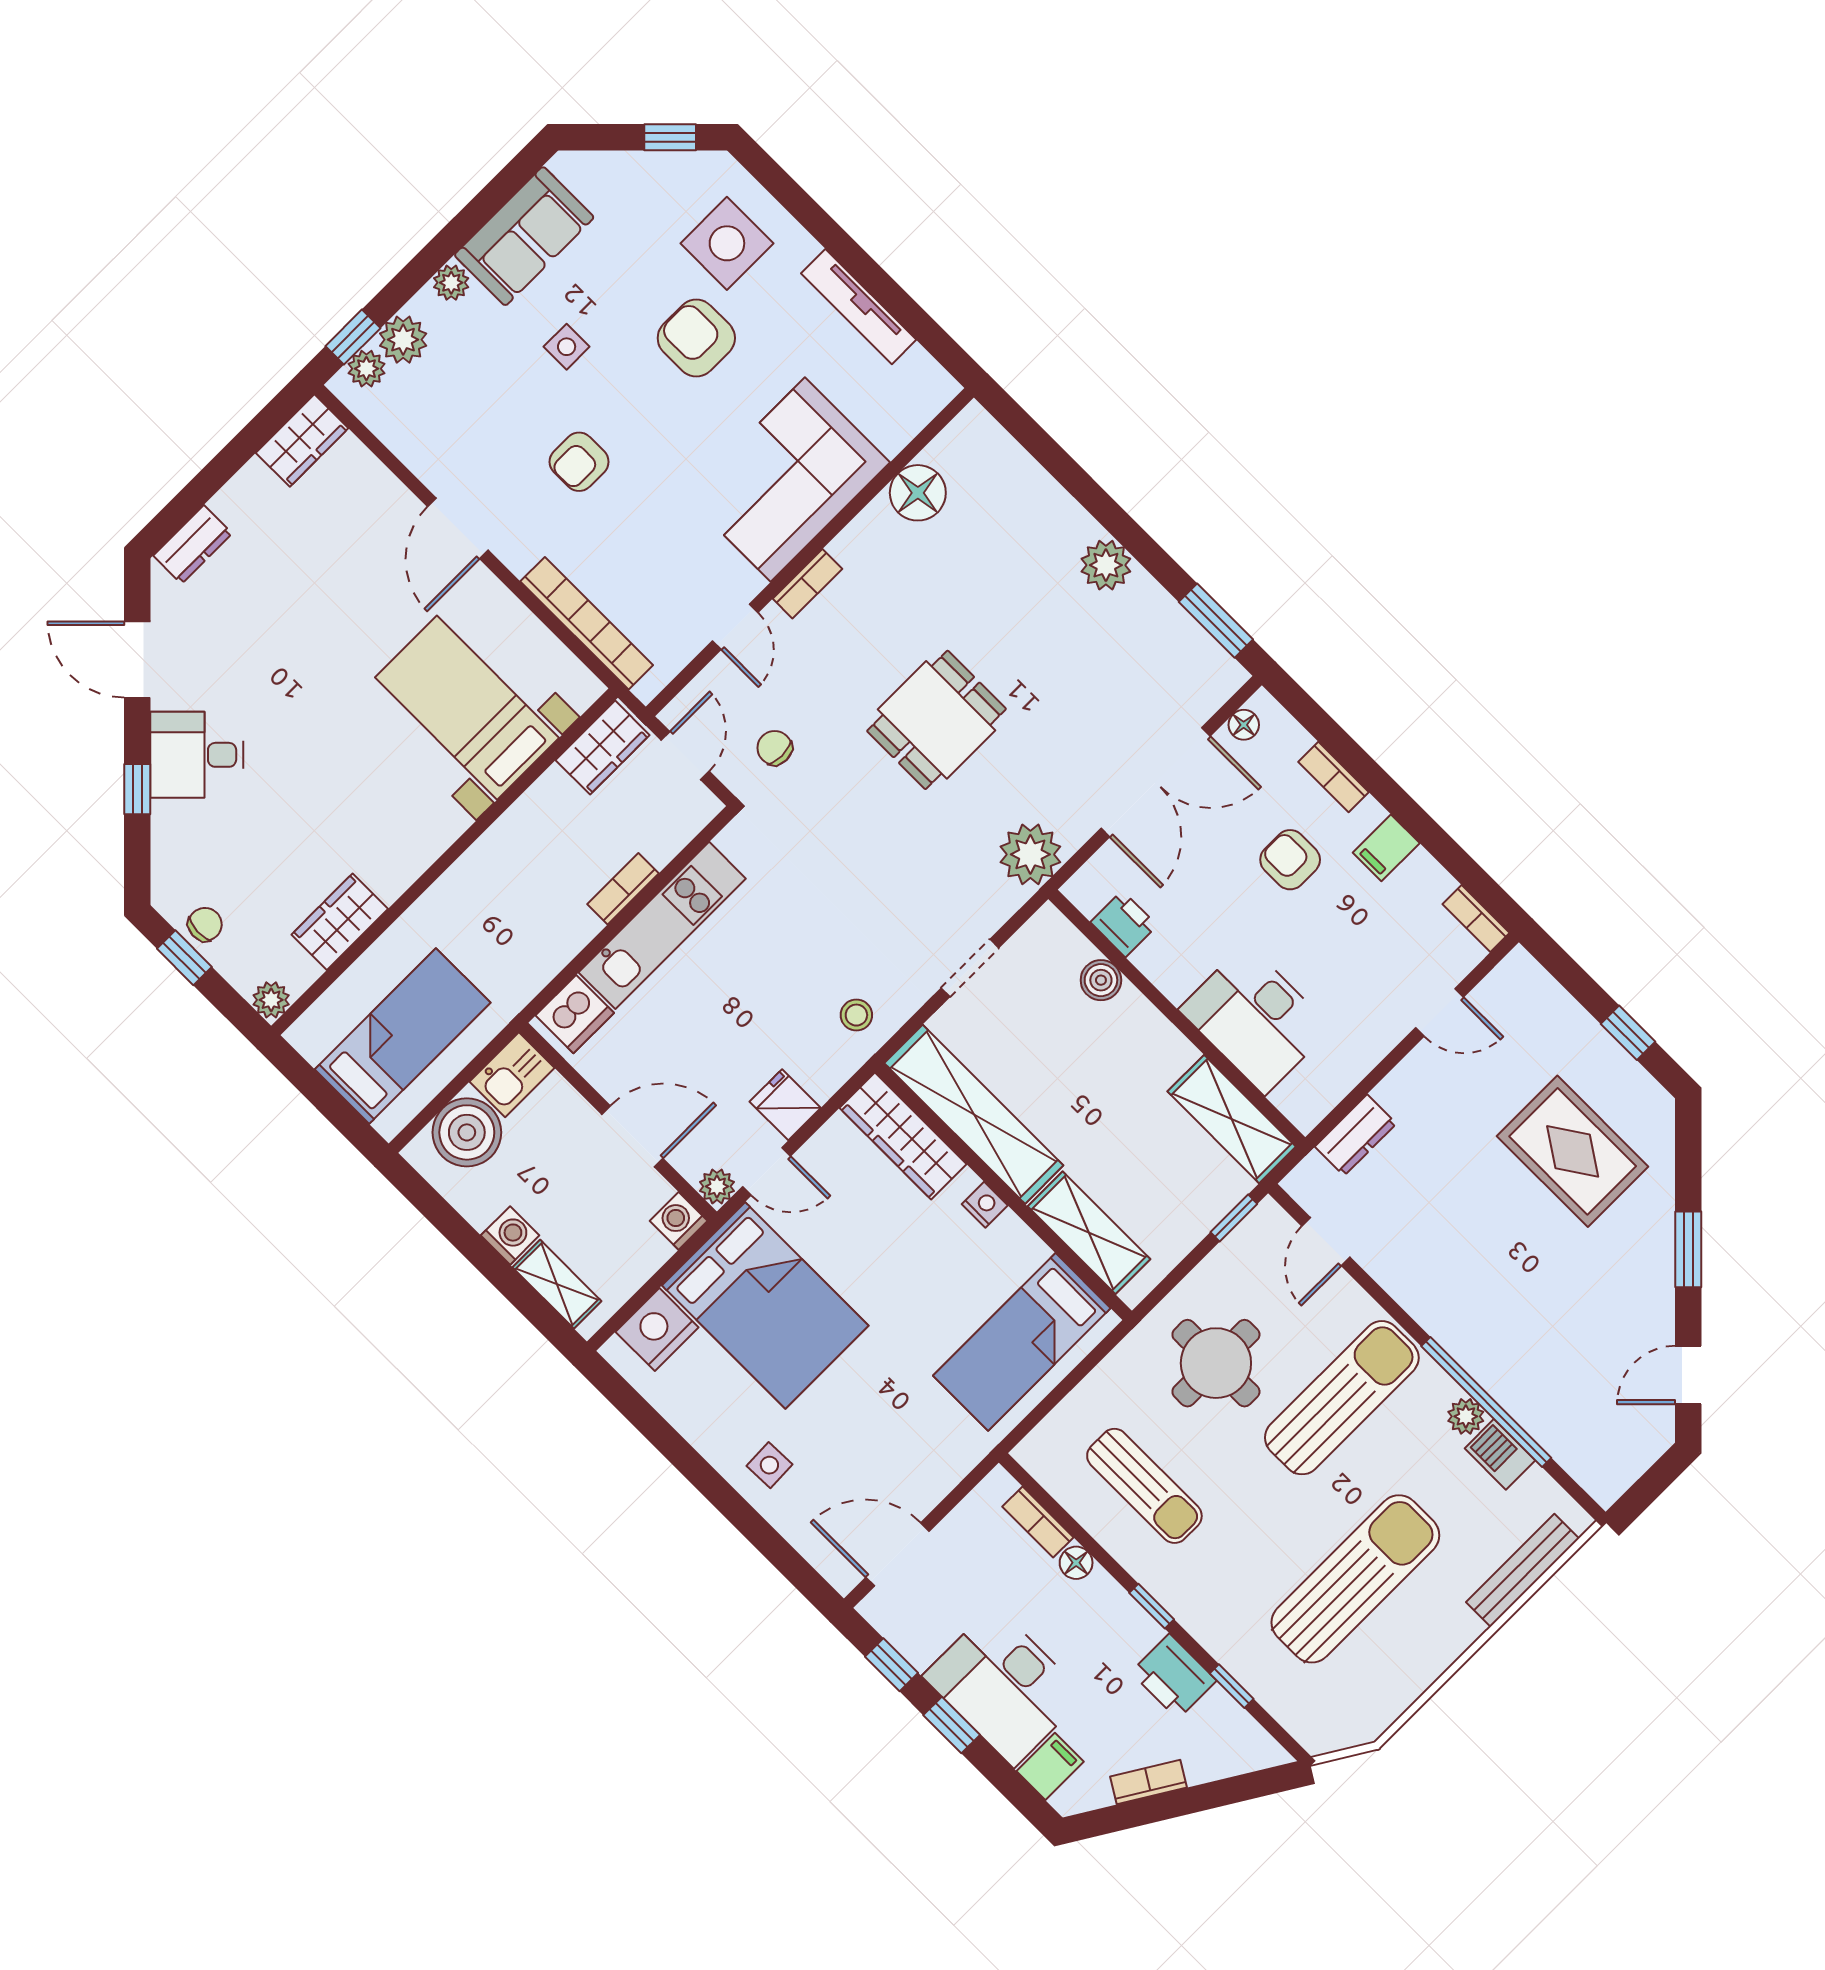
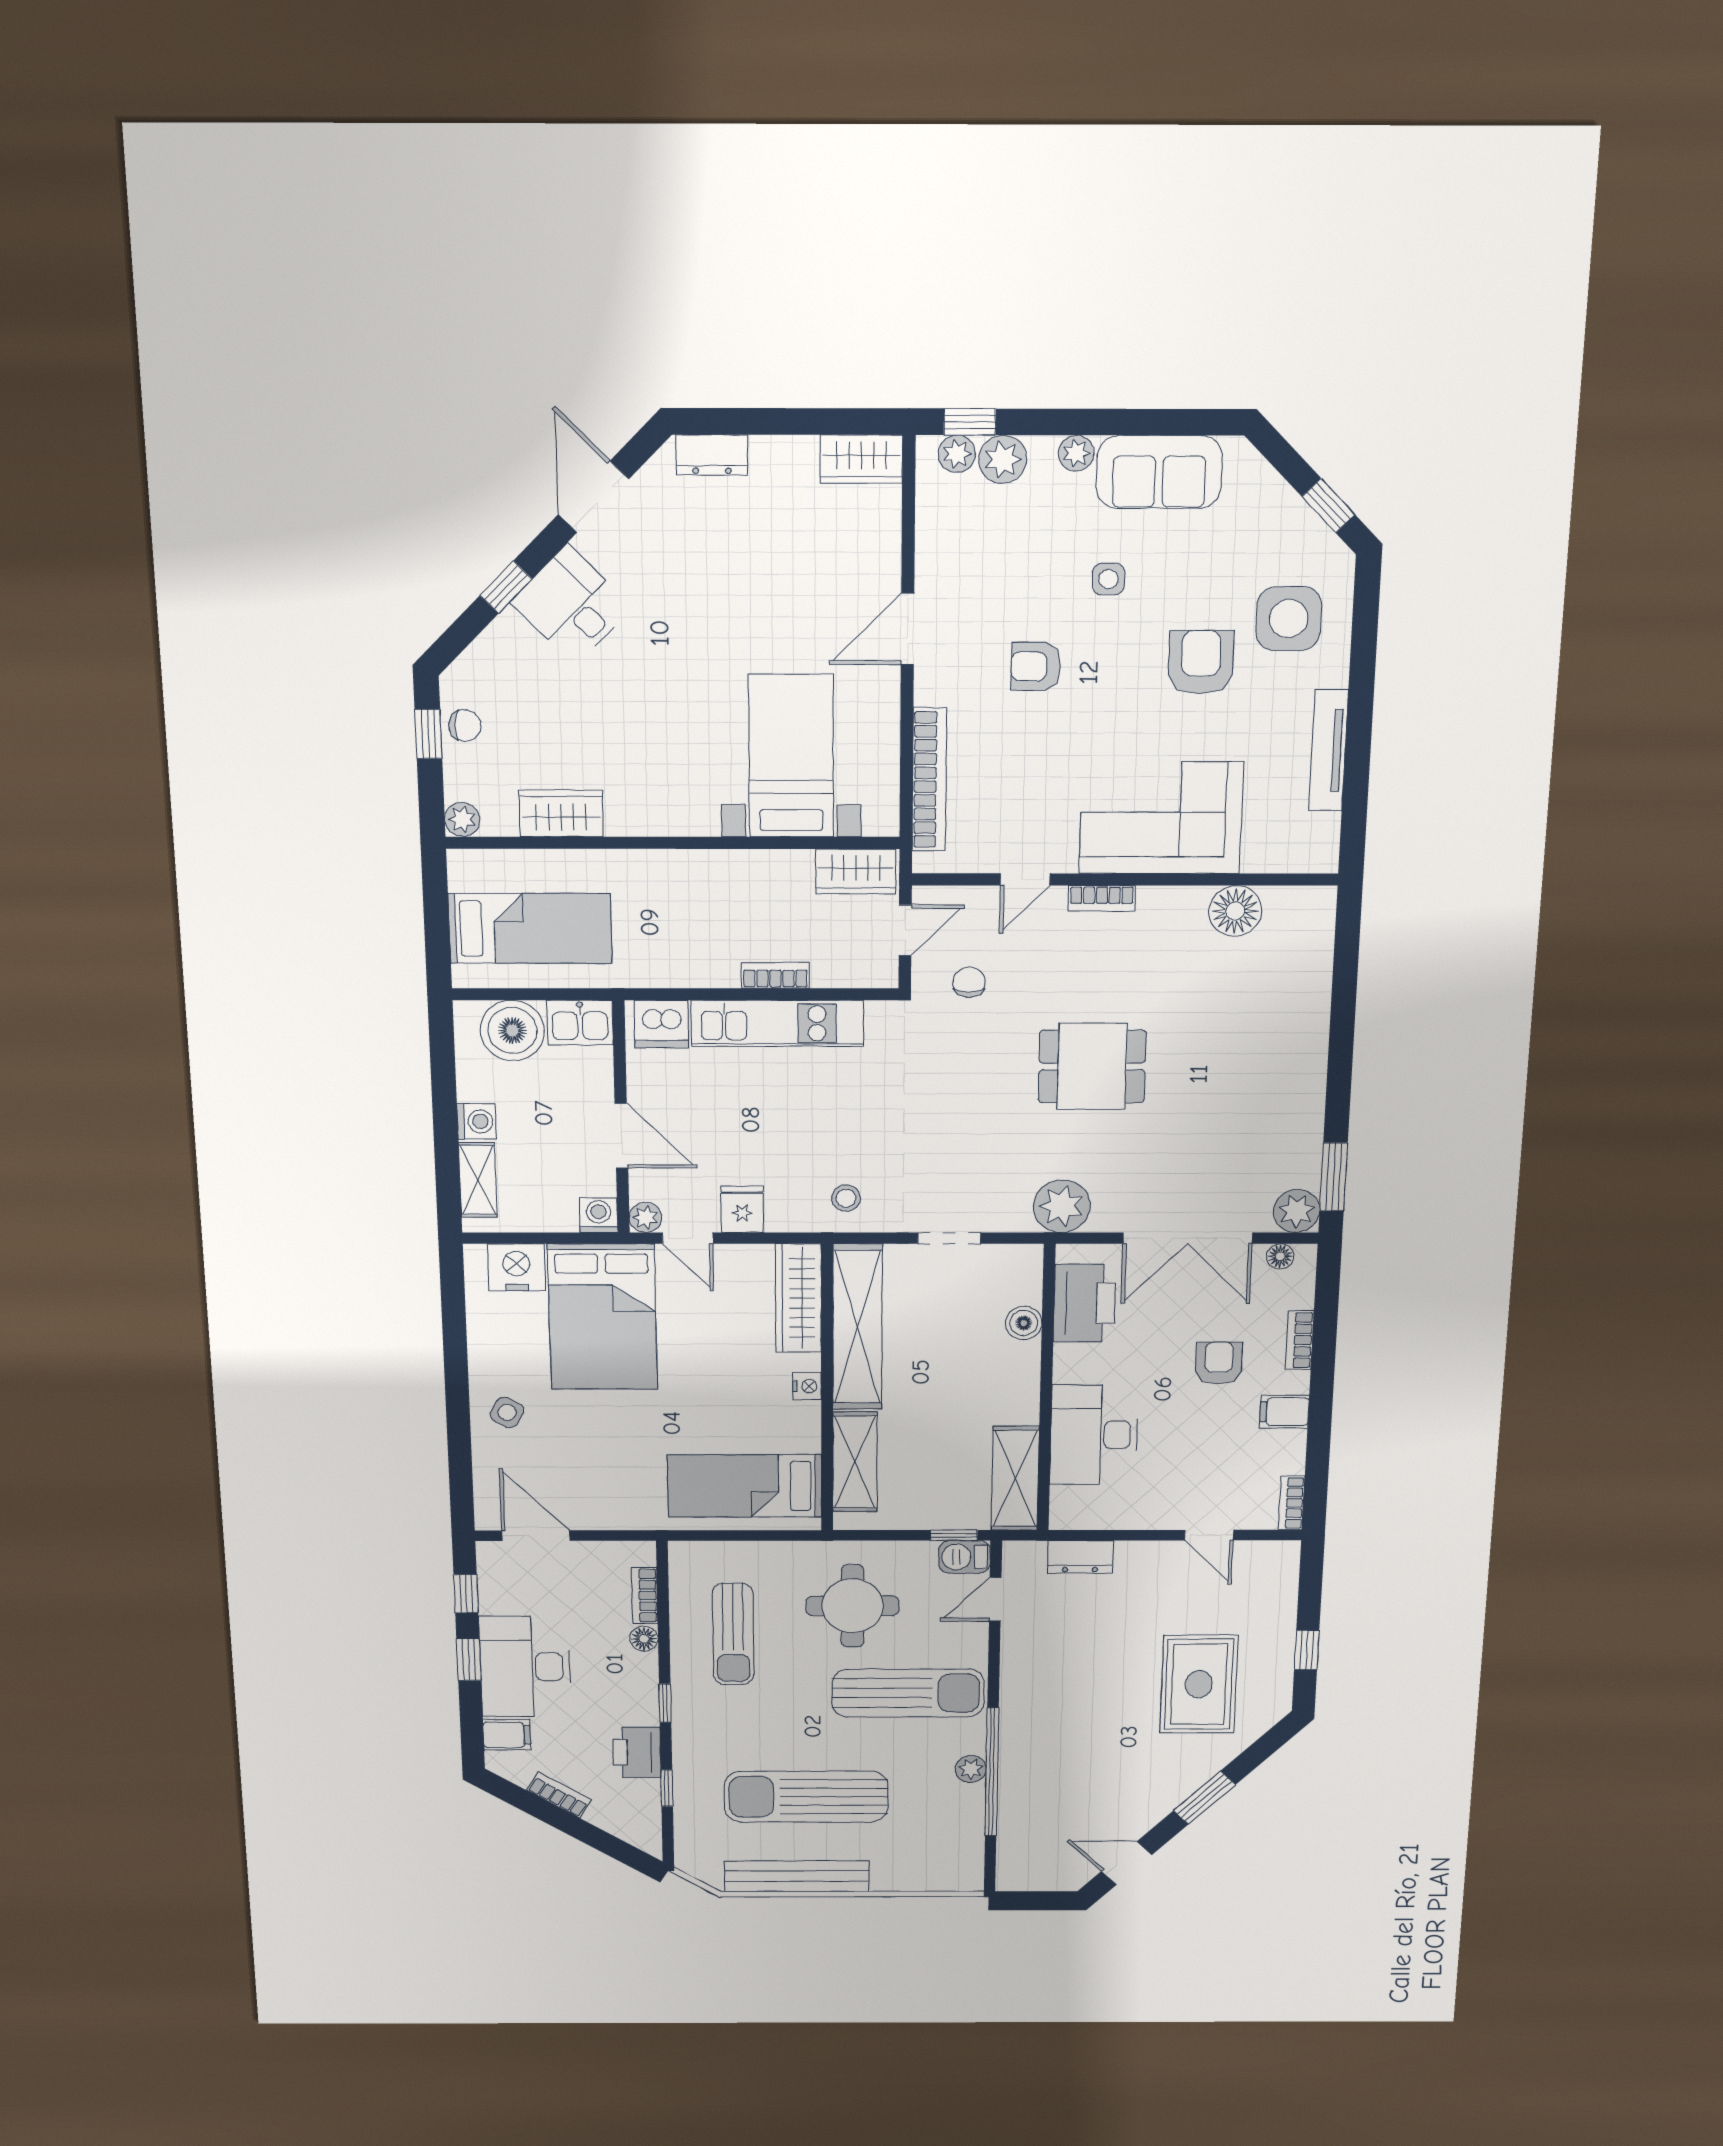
plant: (1106, 565) -> (1297, 1211), moved
printer: (1124, 924) -> (1085, 1303), width x1.87, depth x1.48
barbecue: (1500, 1454) -> (965, 1557), moved, turned -90
side table: (769, 1465) -> (507, 1412), turned 31
bench: (1522, 1570) -> (797, 1876), moved, width x1.37, depth x1.21
sun lounger: (1355, 1579) -> (806, 1797), turned 180

